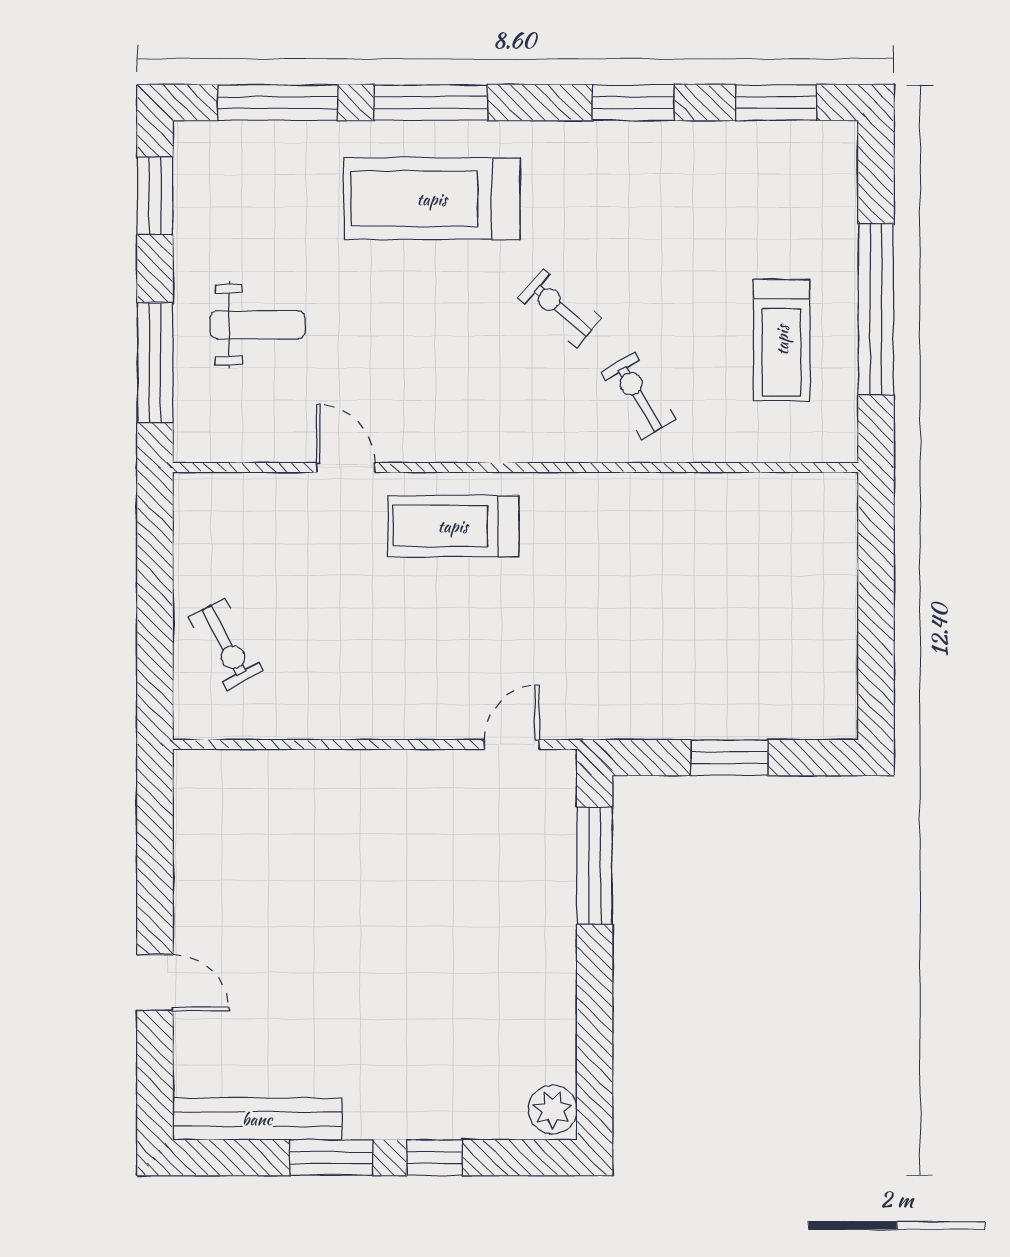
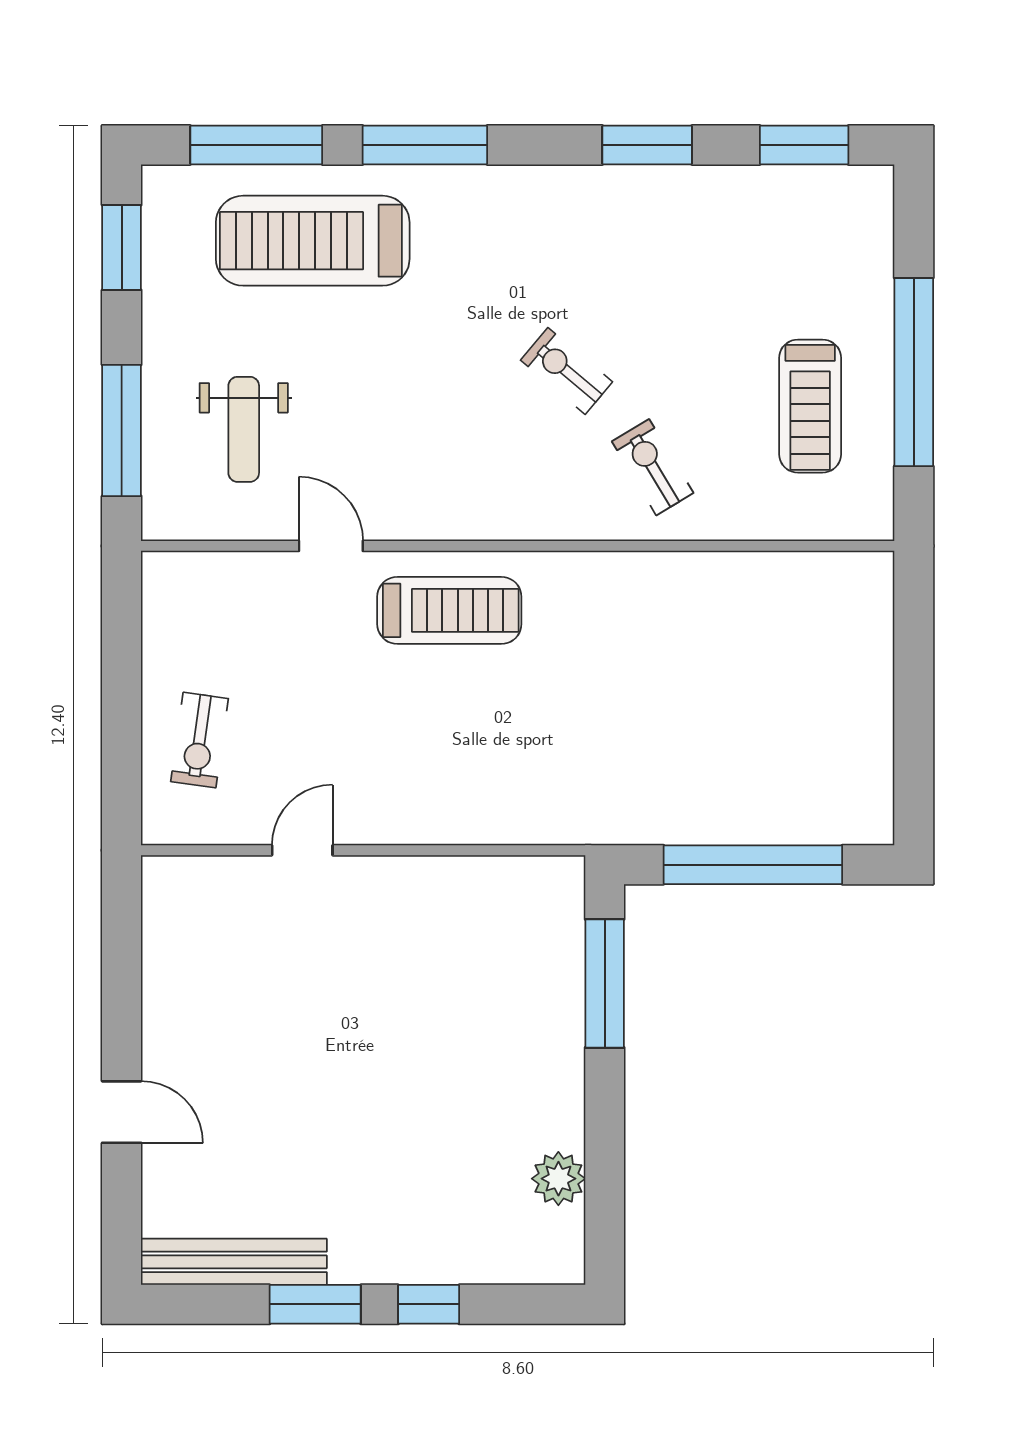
treadmill: (432, 199) -> (313, 241), moved
weight bench: (258, 325) -> (244, 429), moved, turned 90
treadmill: (453, 526) -> (449, 610), turned 180
exercise bike: (226, 644) -> (200, 740), turned 36
door: (512, 744) -> (302, 850), moved
window: (729, 758) -> (753, 865), width x2.11
plant: (553, 1110) -> (558, 1179), moved

